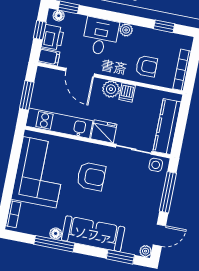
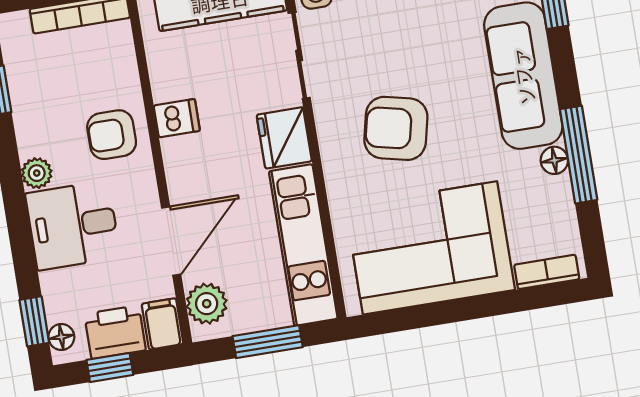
armchair: (146, 66) -> (112, 135), moved, turned -90
plant: (111, 89) -> (207, 304), moved
armchair: (91, 176) -> (396, 128), turned -77

